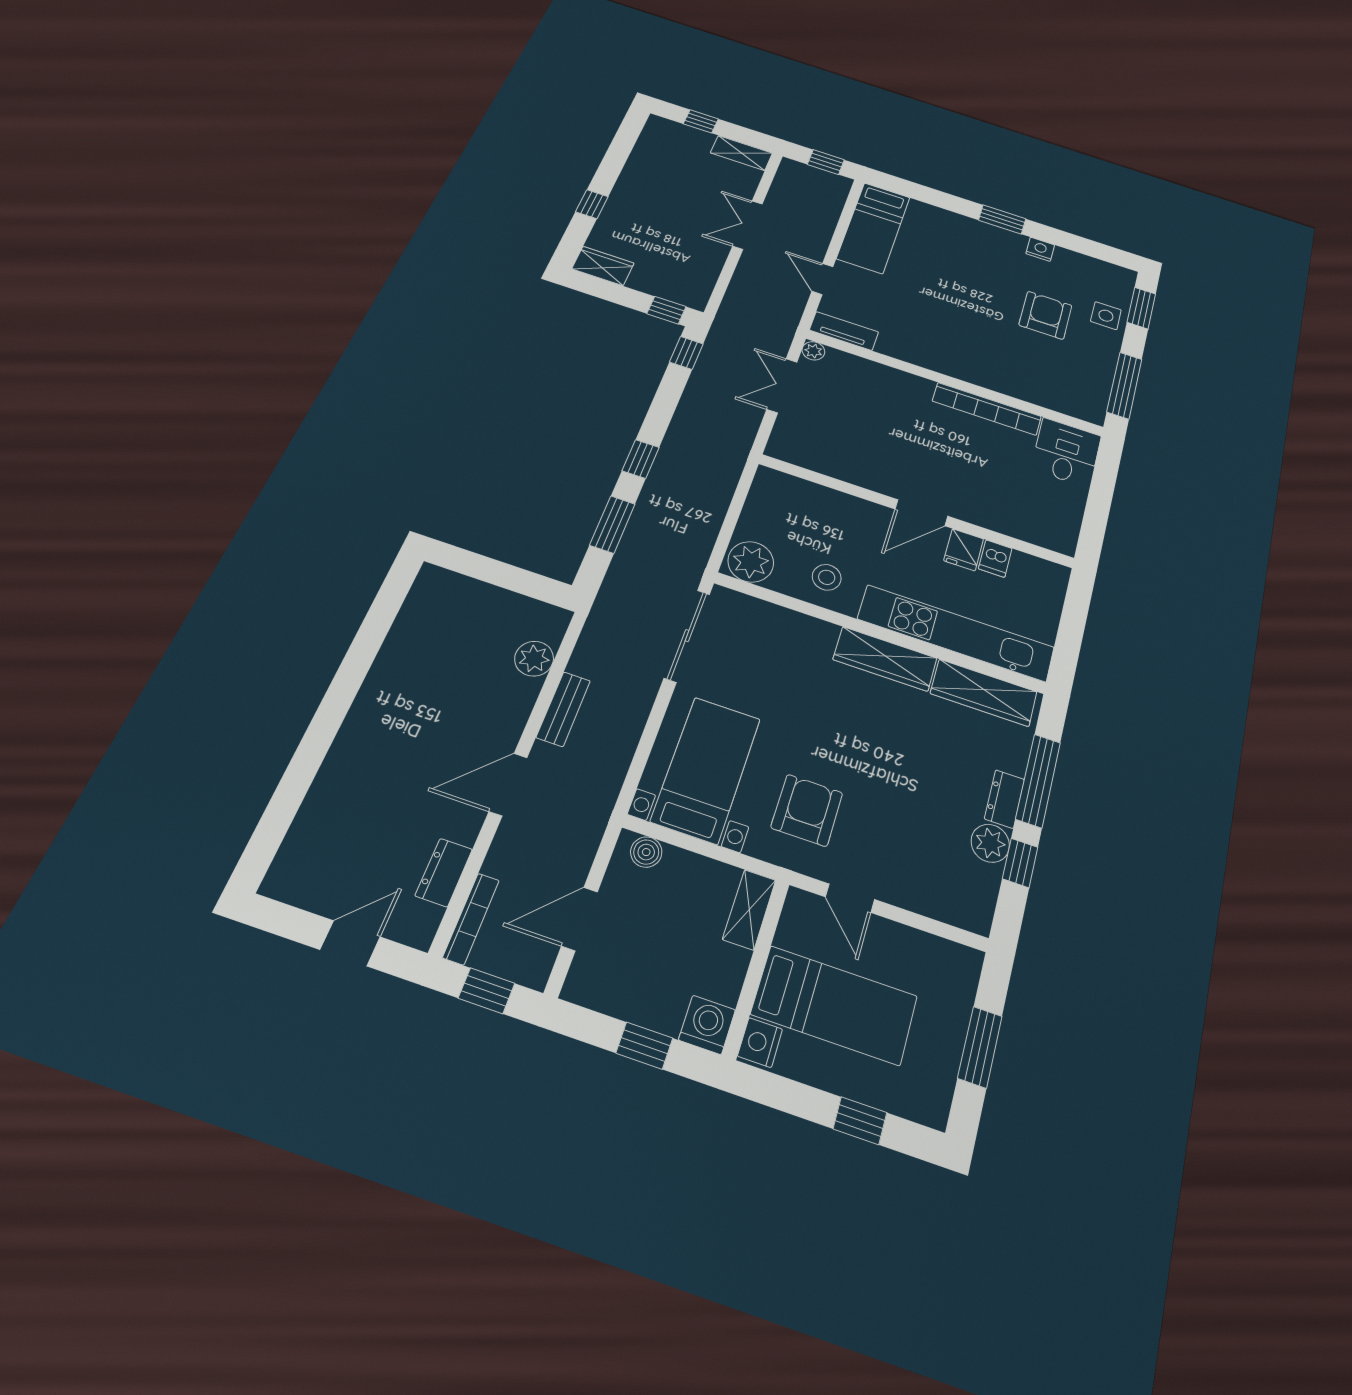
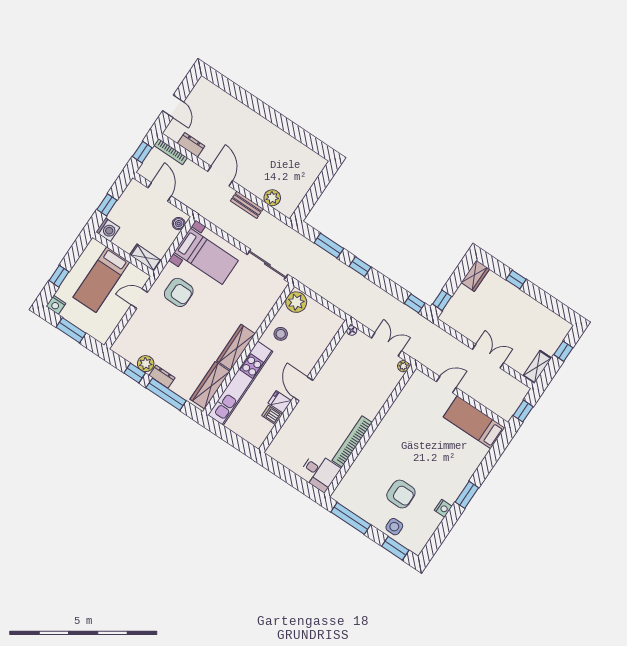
tv unit: (844, 331) -> (412, 385), removed
floor lamp: (775, 449) -> (352, 330), added
nightstand: (760, 1043) -> (56, 305), moved, turned 180

